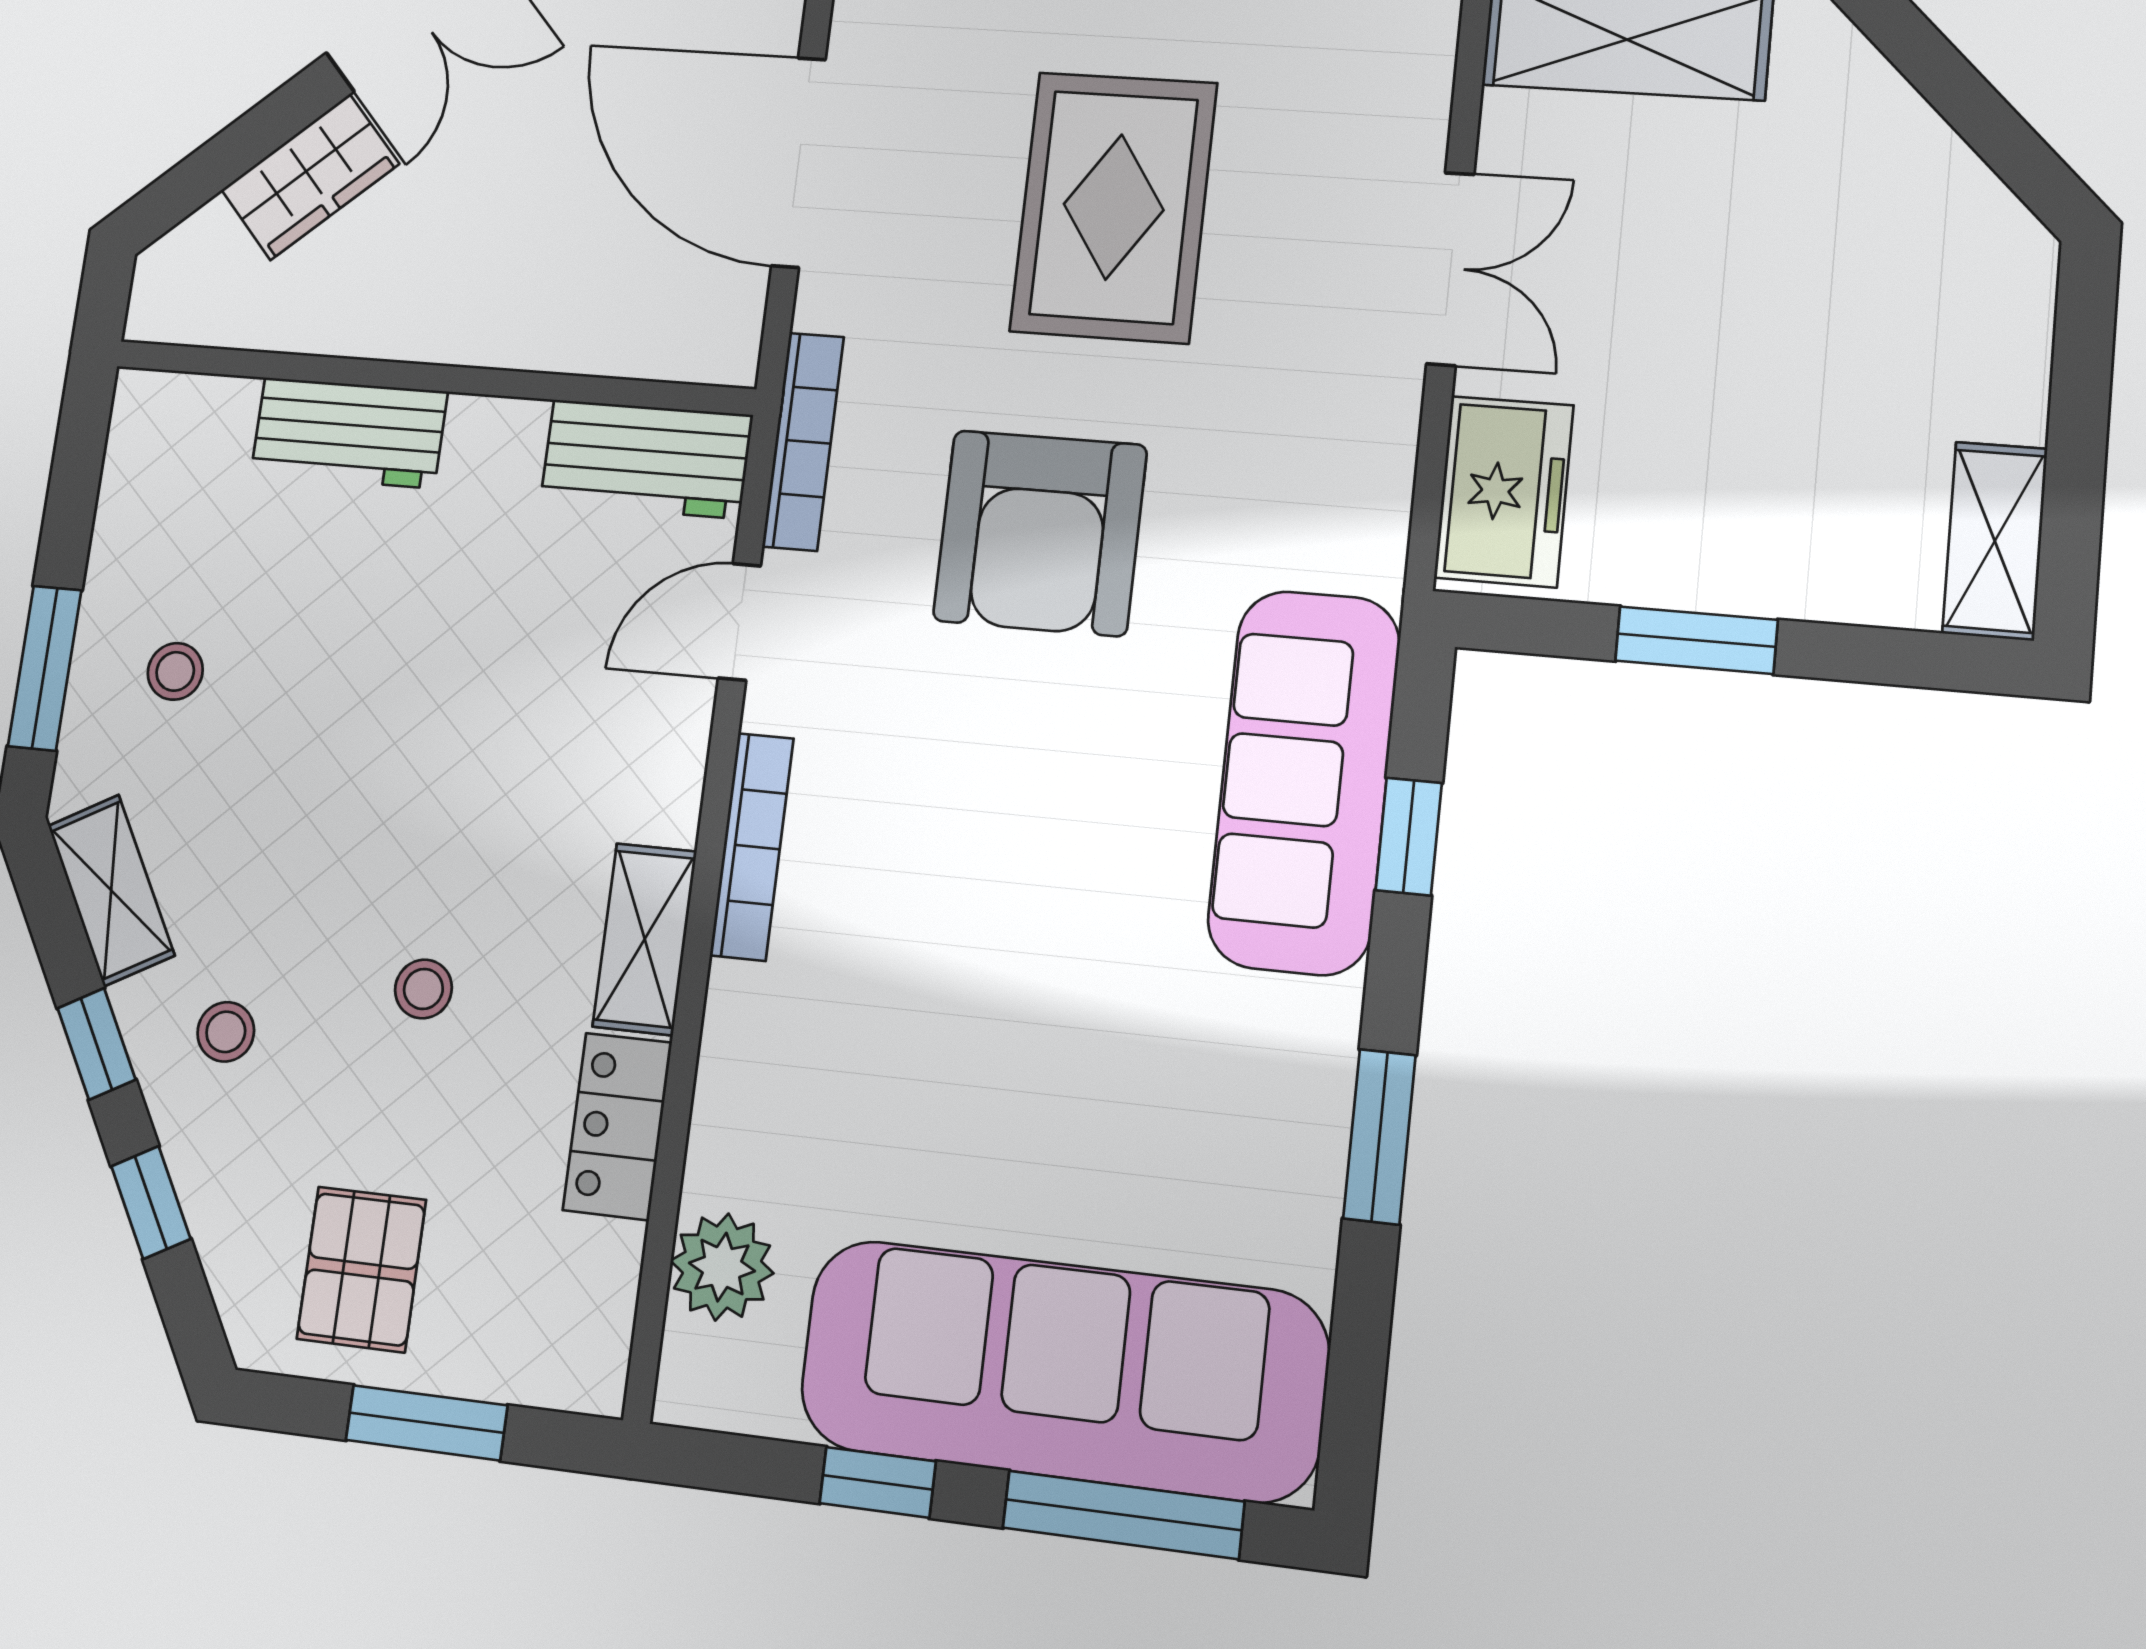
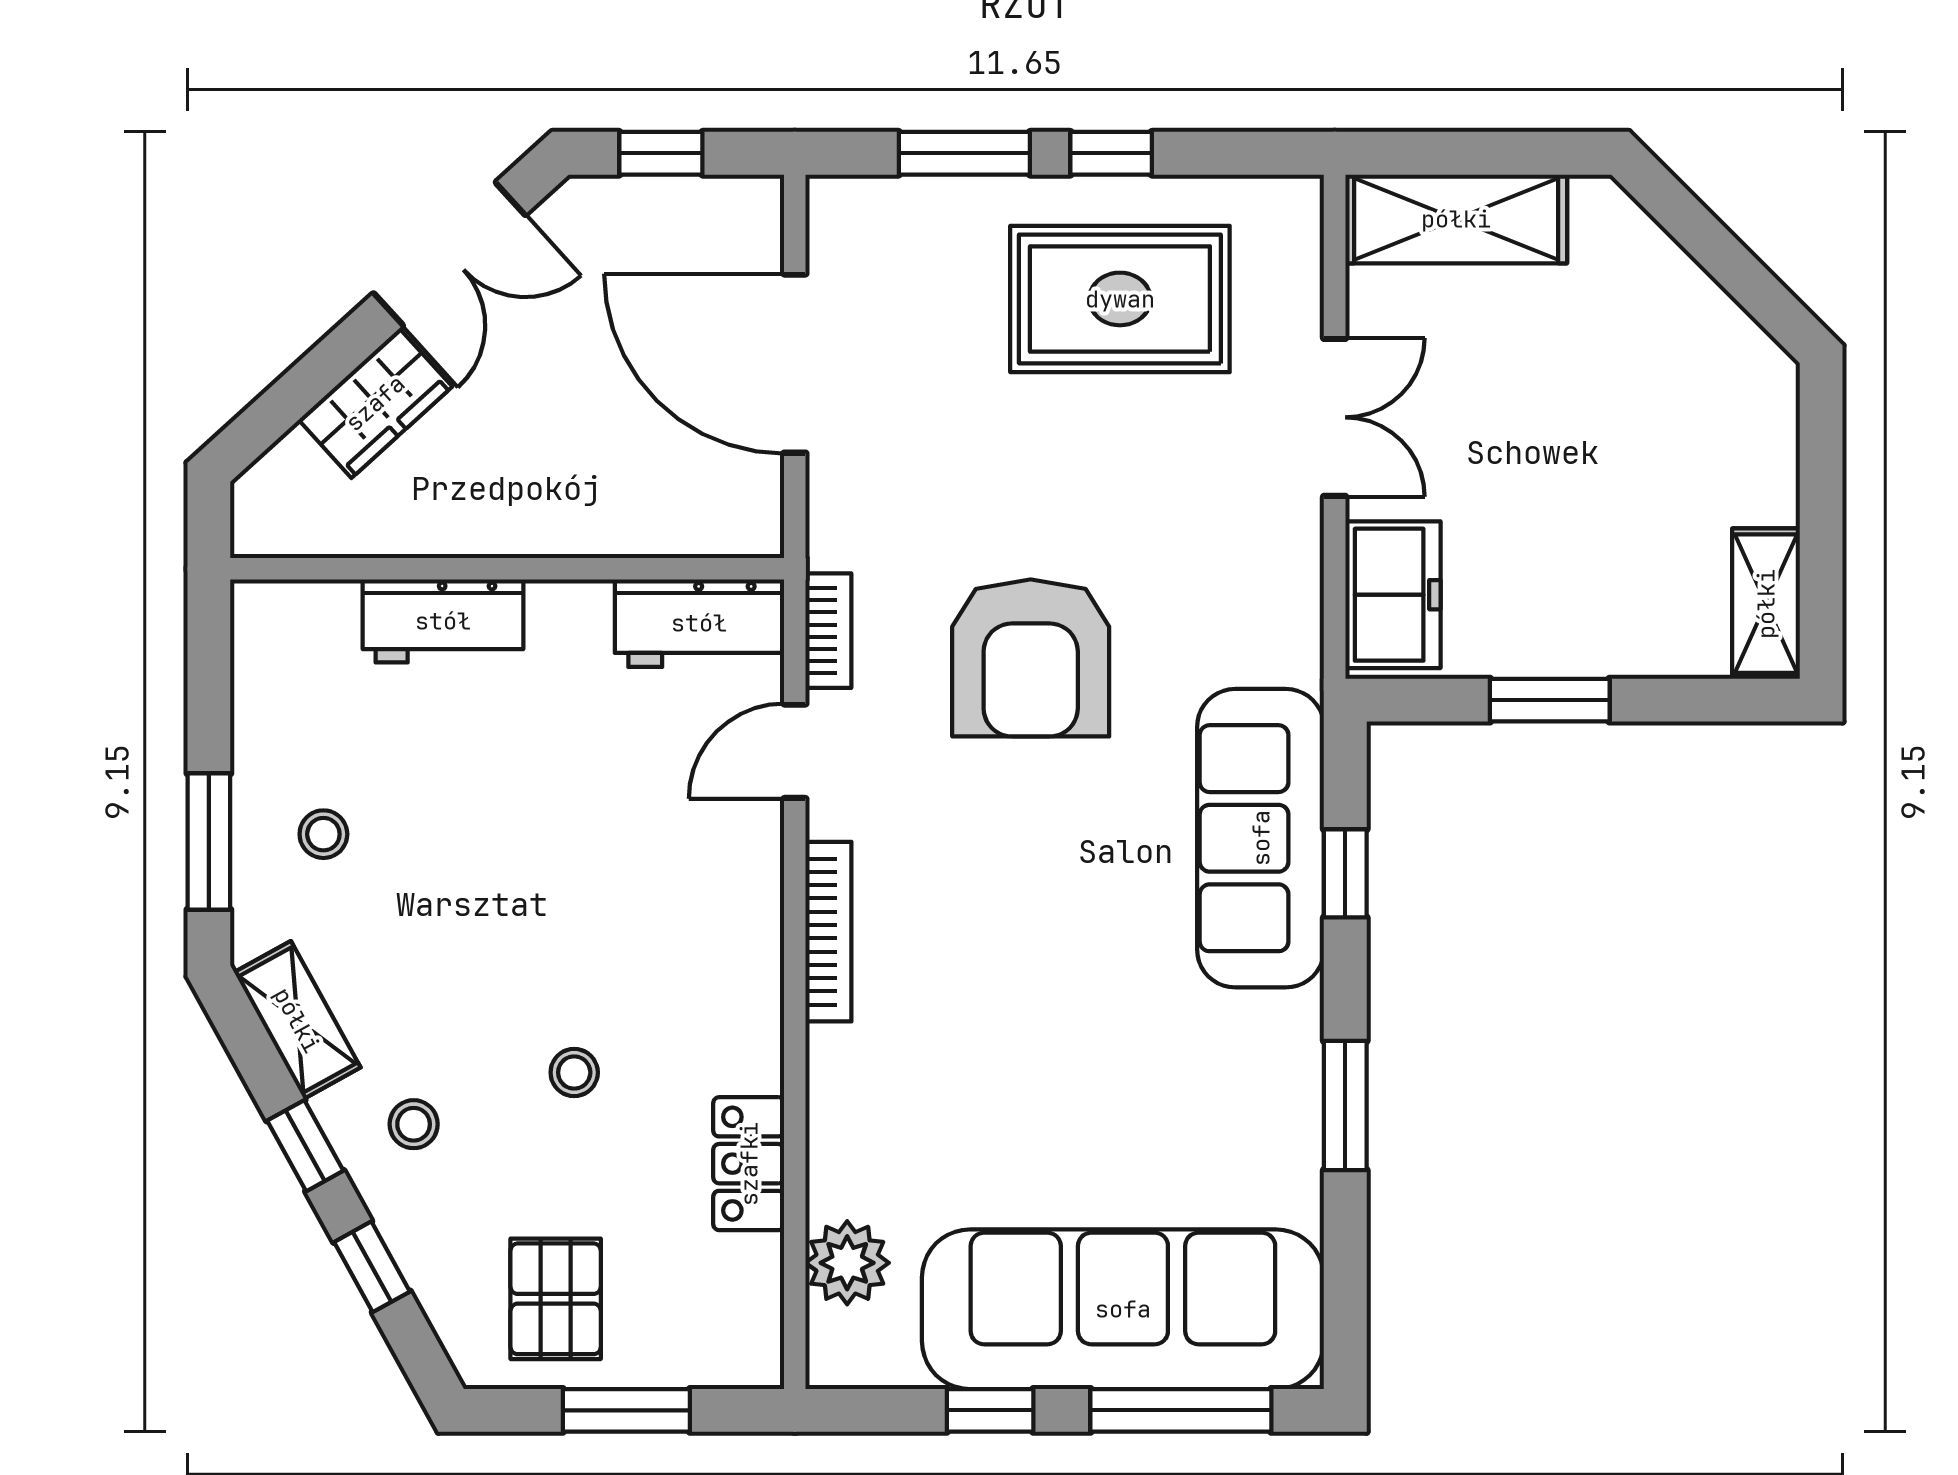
rug: (1114, 207) -> (1120, 299), moved, turned 90
bookcase: (803, 442) -> (828, 631), width x0.64
shelving: (645, 939) -> (751, 1014), removed

